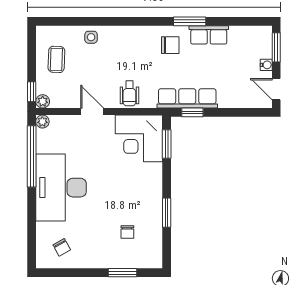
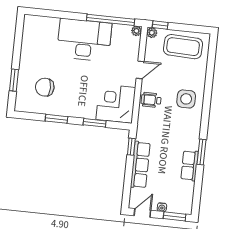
side table: (91, 37) -> (186, 99), moved, width x1.87, depth x1.87
chair: (170, 45) -> (185, 135), removed
coffee table: (56, 59) -> (183, 47), width x1.86, depth x1.72
row of seats: (187, 98) -> (140, 165), moved
window: (167, 144) -> (95, 123), moved
chair: (127, 232) -> (45, 87), width x1.87, depth x1.87
chair: (62, 247) -> (38, 36), removed

